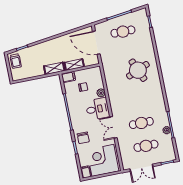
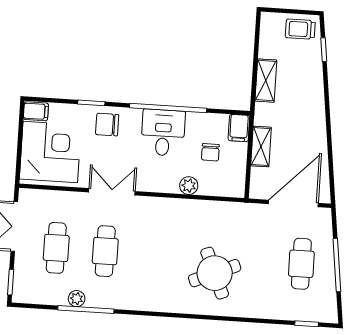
shelving: (54, 68) -> (266, 81), moved
desk: (98, 109) -> (163, 133), moved, turned 180

